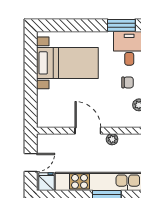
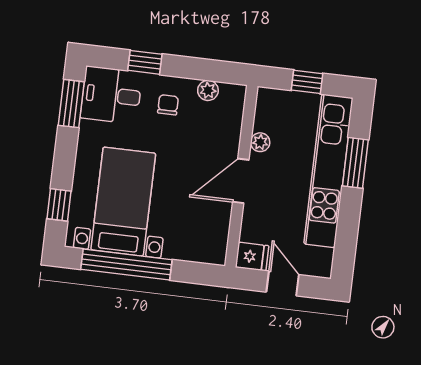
window: (61, 25) -> (59, 205), added
window: (31, 69) -> (126, 264), added
fridge: (46, 182) -> (252, 257), moved, turned 180

